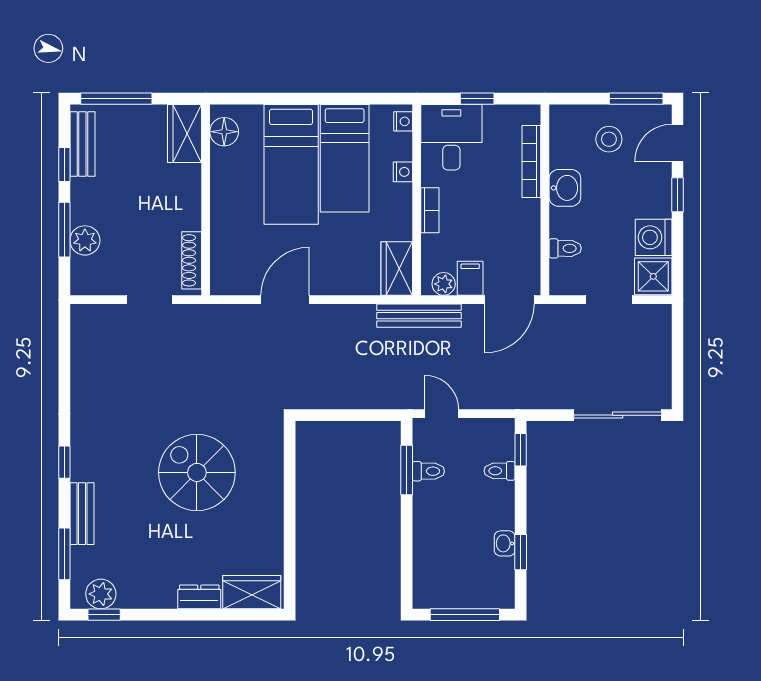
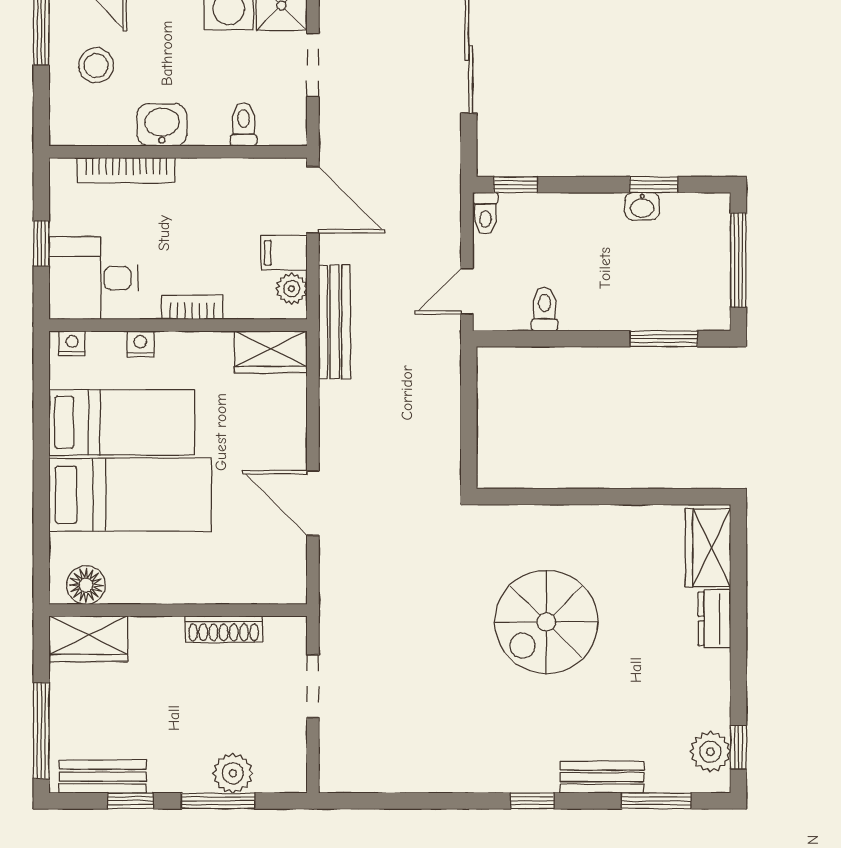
shoe rack: (192, 260) -> (224, 629), moved
window: (407, 470) -> (664, 339), moved
toilet: (499, 471) -> (485, 213), moved

